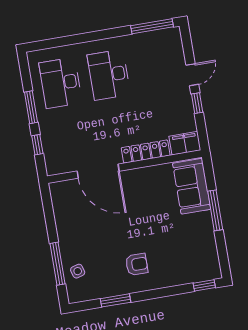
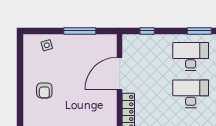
window: (31, 107) -> (199, 31), moved
window: (57, 264) -> (80, 31), moved
window: (115, 300) -> (20, 70), removed

